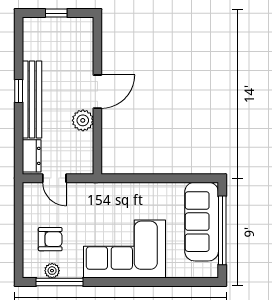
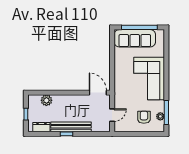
door: (97, 92) -> (98, 93), moved
plant: (83, 120) -> (46, 100), moved
dresser: (32, 156) -> (41, 127), moved

